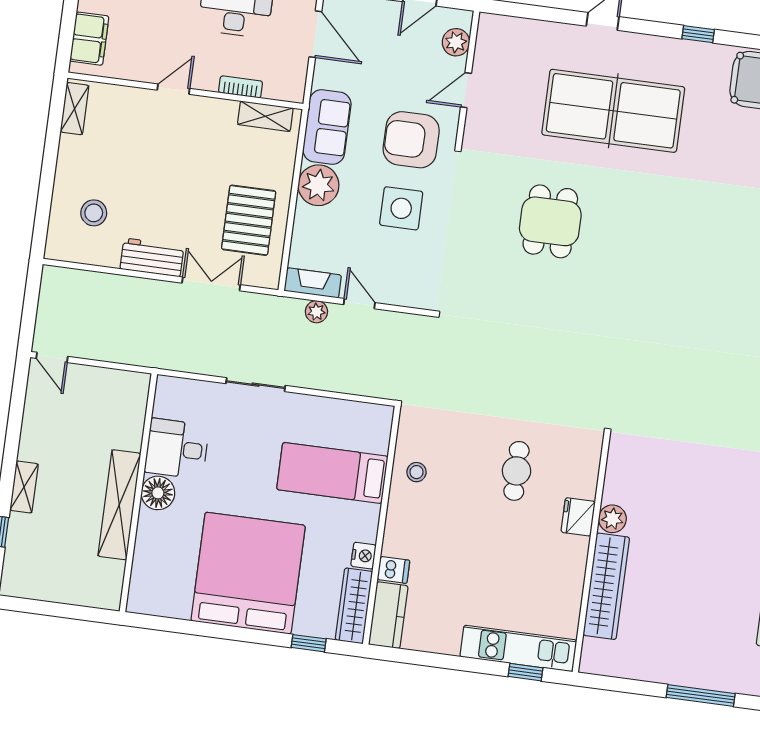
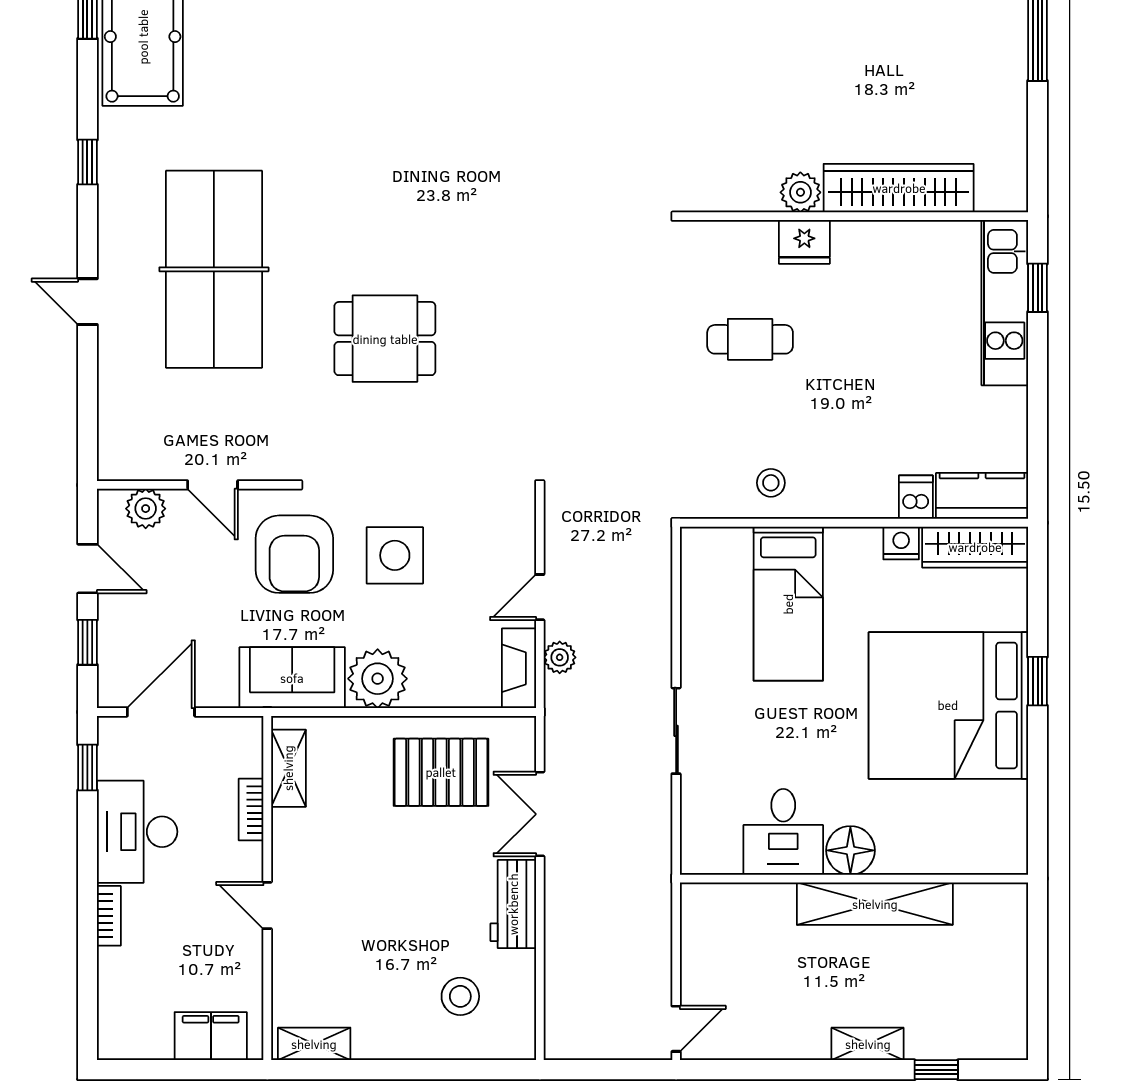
window: (309, 643) -> (1038, 681), moved

